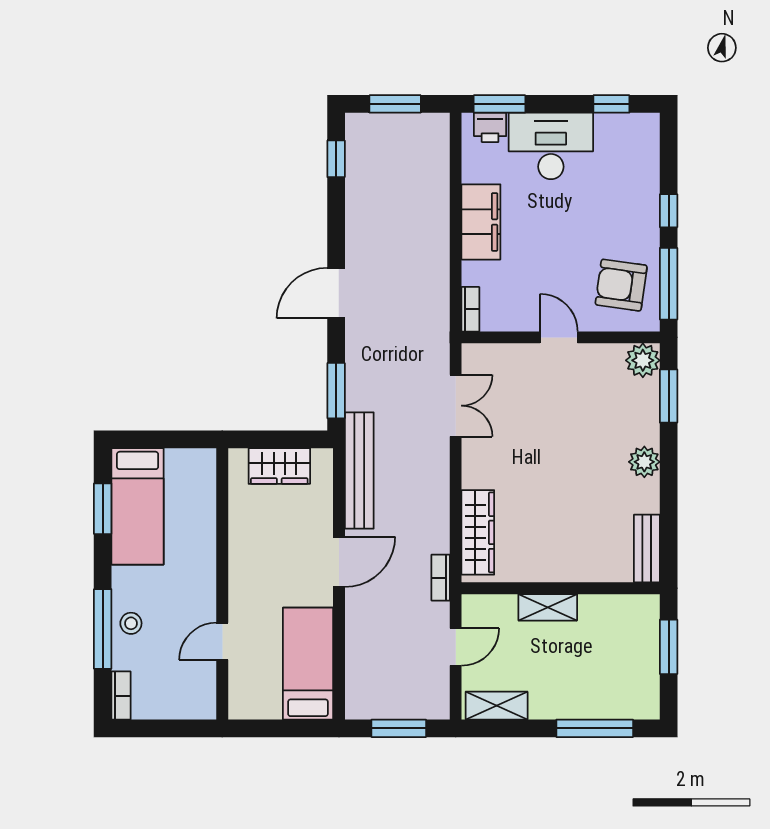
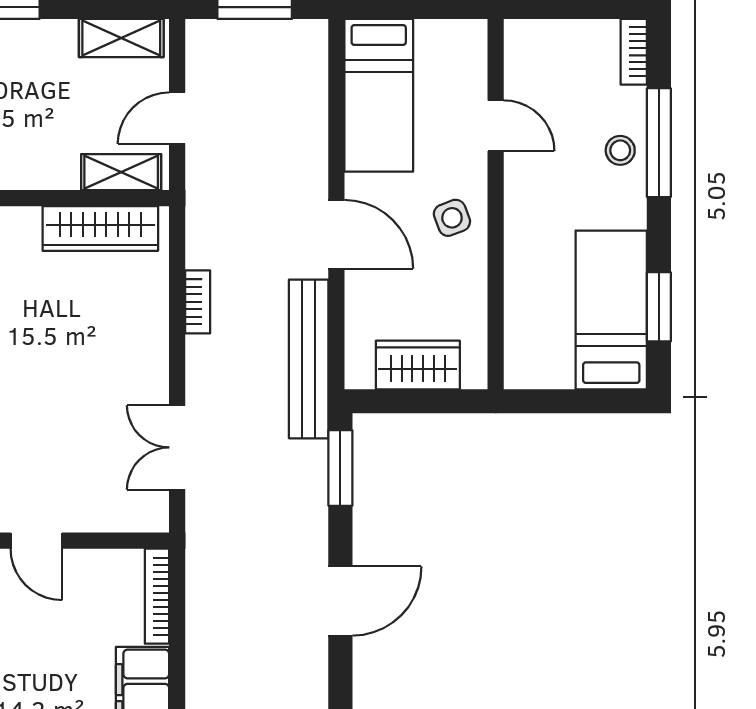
bookcase: (470, 309) -> (157, 596), width x1.56
wardrobe: (478, 532) -> (100, 228), moved, turned -90
door: (339, 562) -> (336, 234), swing flipped
side table: (254, 574) -> (452, 218), added
bookcase: (441, 578) -> (198, 302), moved
shelving: (548, 607) -> (121, 172), moved
door: (222, 641) -> (496, 126), hinge flipped

